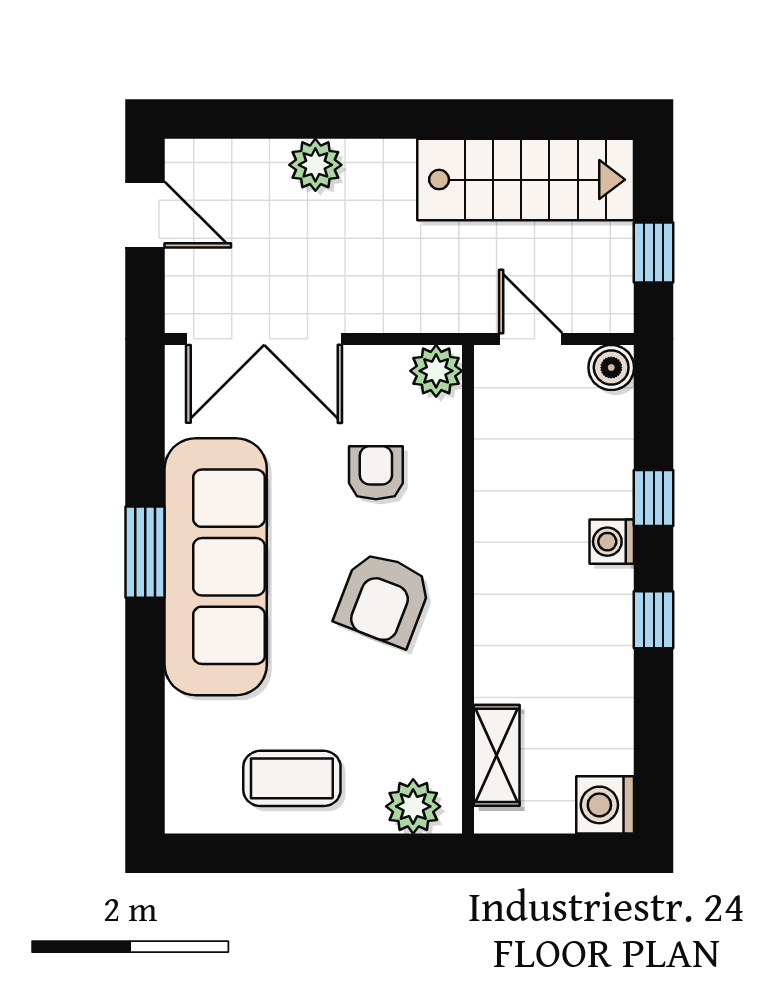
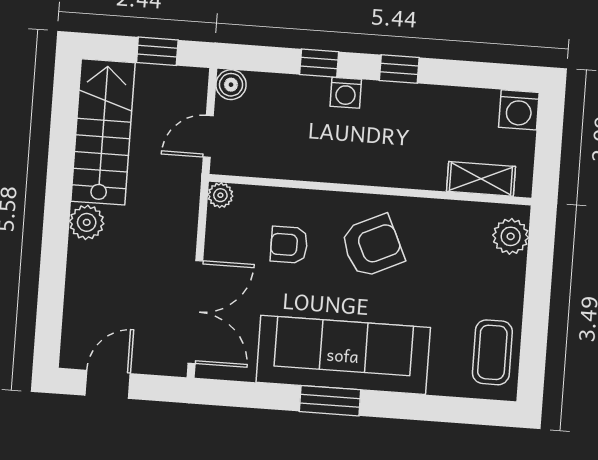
plant: (315, 165) -> (87, 222), moved
plant: (436, 371) -> (220, 195), width x0.73, depth x0.73
armchair: (383, 599) -> (372, 246), turned -46
coffee table: (292, 778) -> (492, 352), moved

